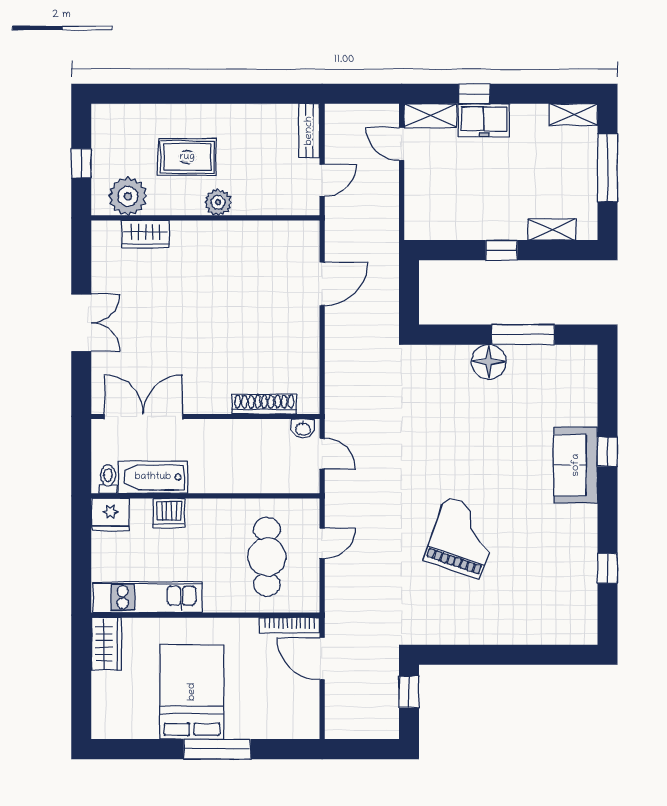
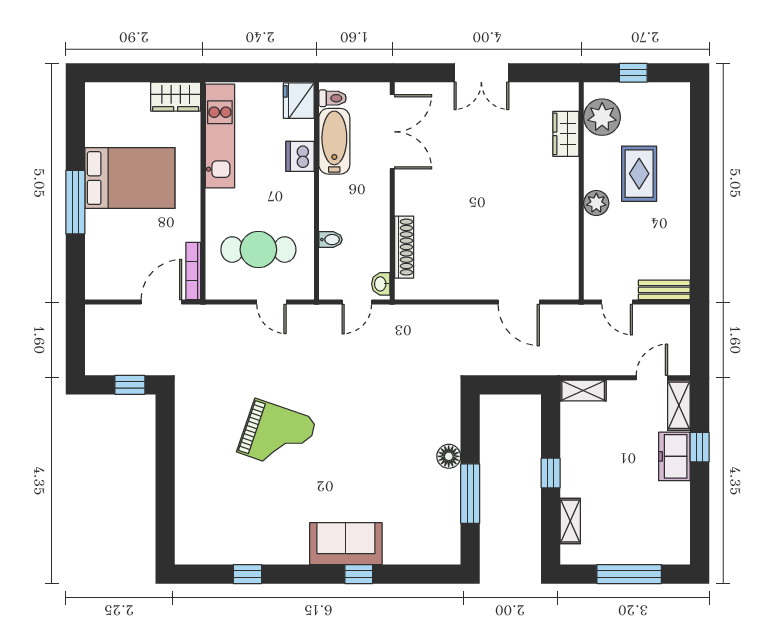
shelving: (573, 115) -> (583, 391), moved, turned 90
floor lamp: (489, 362) -> (449, 456), width x0.73, depth x0.73
bidet: (256, 481) -> (330, 240), added

